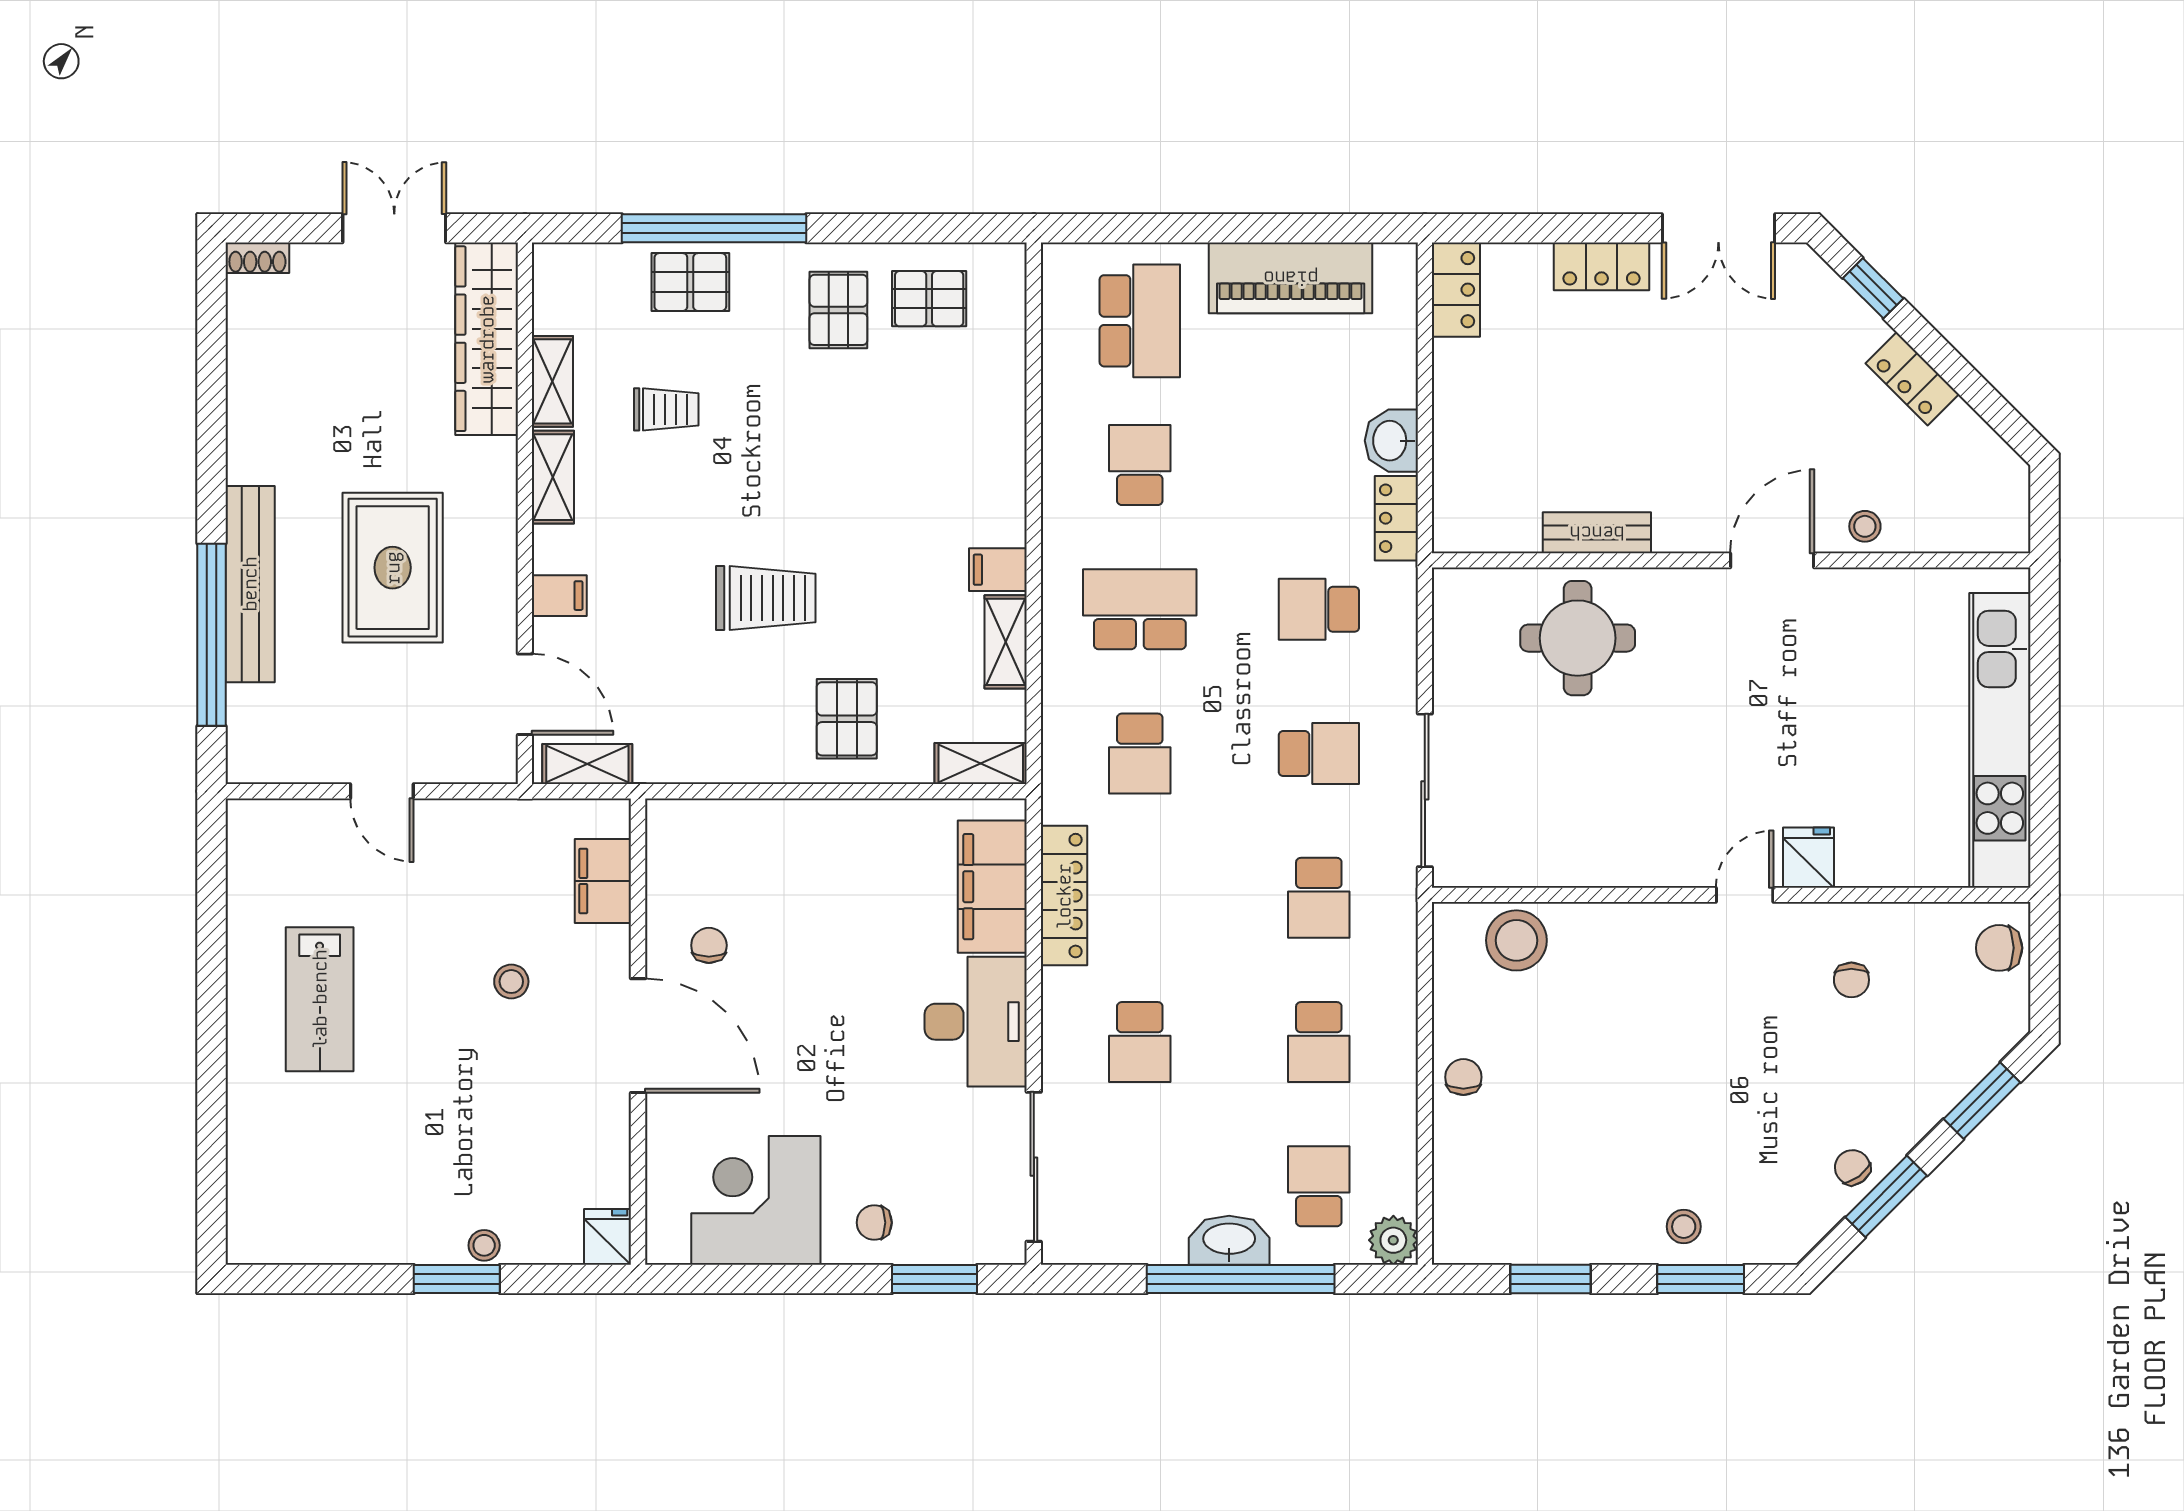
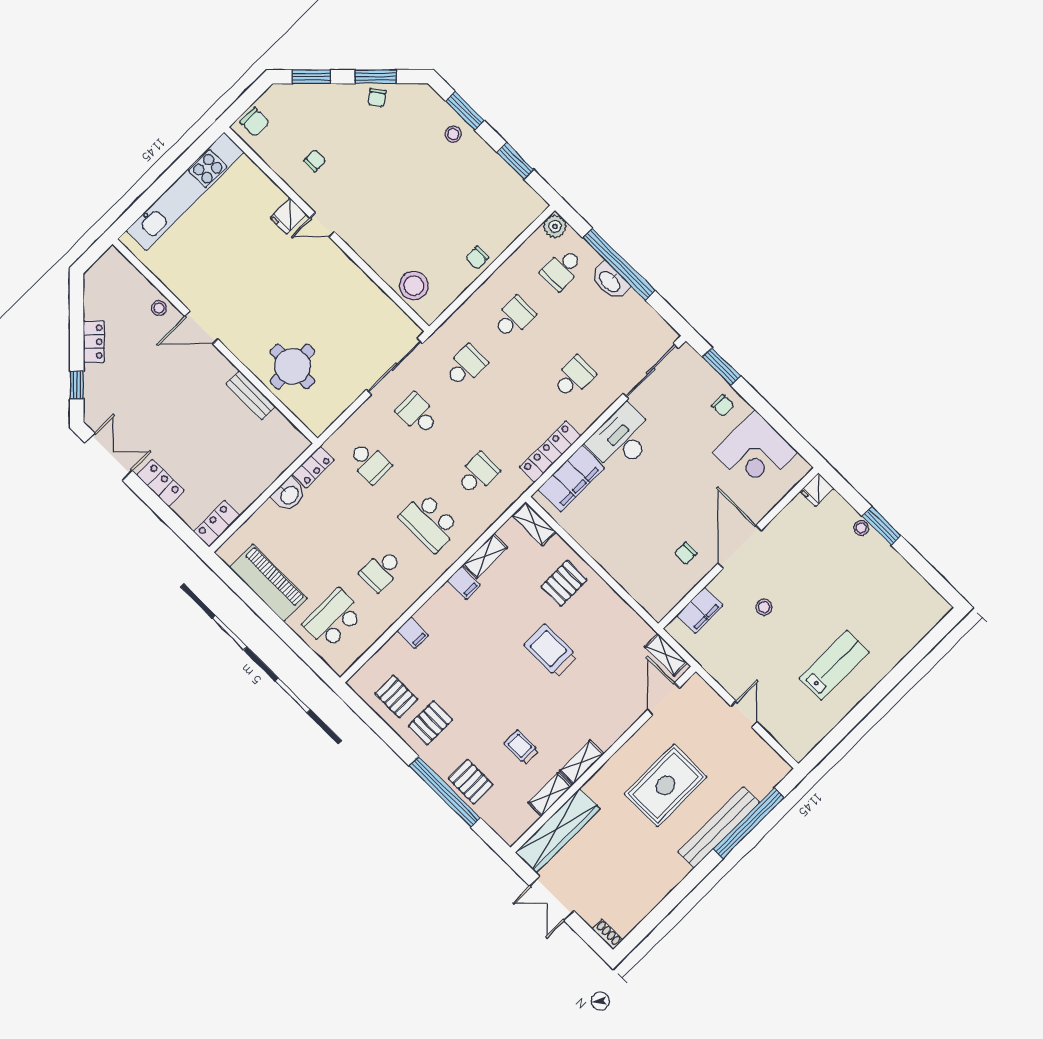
filing cabinet: (559, 596) -> (413, 633), moved, turned 180

